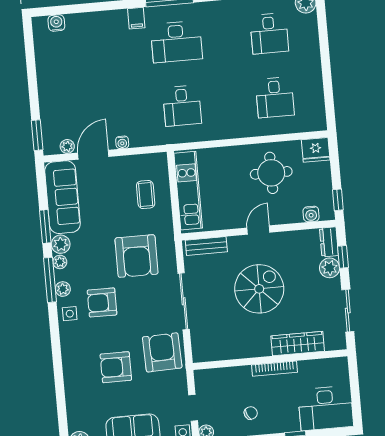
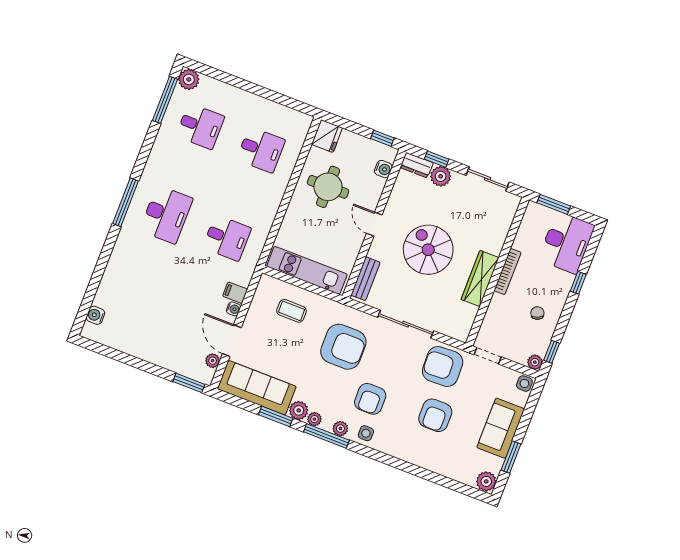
filing cabinet: (136, 18) -> (235, 293), moved, turned 180
wardrobe: (298, 344) -> (480, 279), moved
window: (354, 380) -> (554, 204), added
doorway: (193, 408) -> (488, 356), moved

